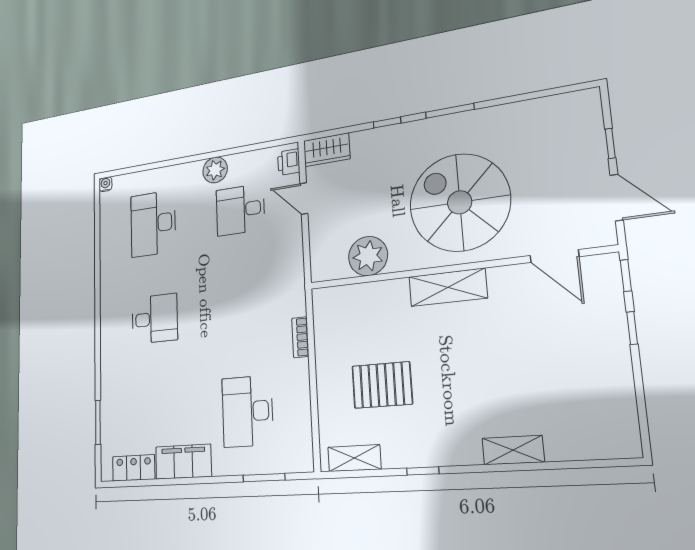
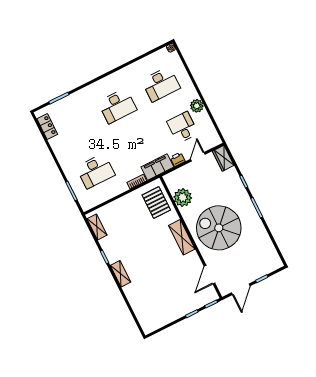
printer: (289, 162) -> (178, 159), moved
spiral stairs: (460, 202) -> (219, 228), turned -90
desk: (153, 224) -> (161, 84), turned 180
desk: (155, 319) -> (117, 106), width x1.37
pallet: (382, 385) -> (156, 202), moved
desk: (247, 411) -> (96, 171), turned 180
shelving: (513, 450) -> (121, 274), moved
filing cabinet: (183, 462) -> (157, 167), moved, turned -90

